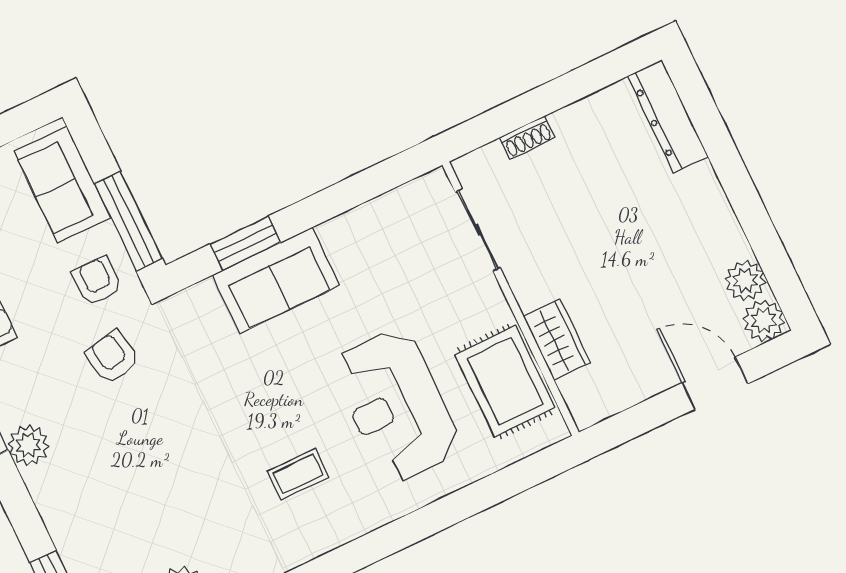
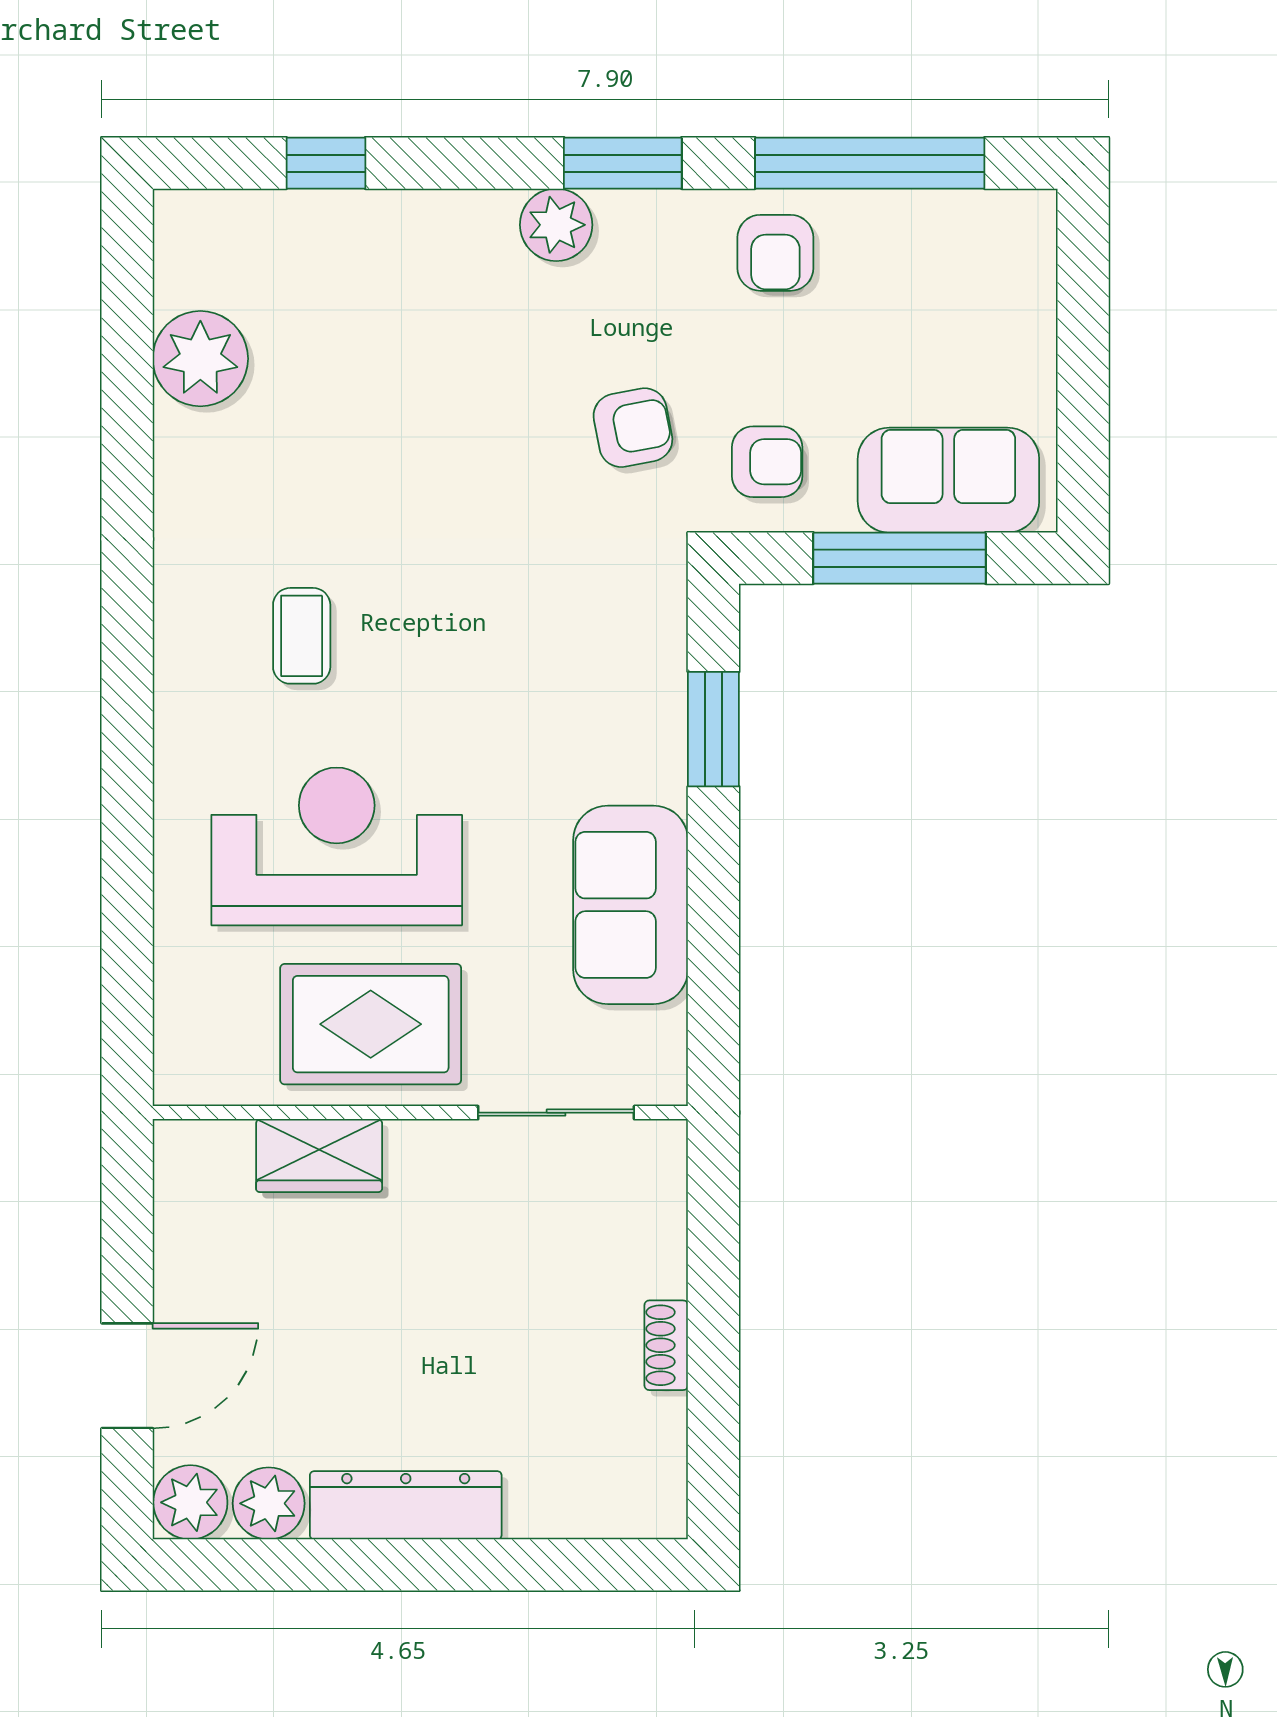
dresser: (668, 116) -> (406, 1505), moved
shoe rack: (527, 138) -> (666, 1345), moved
window: (128, 221) -> (899, 558), moved
sofa: (276, 280) -> (631, 905), moved
rug: (505, 381) -> (371, 1024), moved

